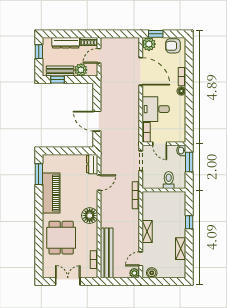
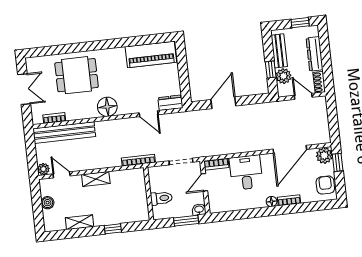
window: (58, 80) -> (271, 70), moved
window: (39, 174) -> (151, 39), removed
piano: (51, 193) -> (151, 54), moved
boiler: (152, 273) -> (48, 203), moved

